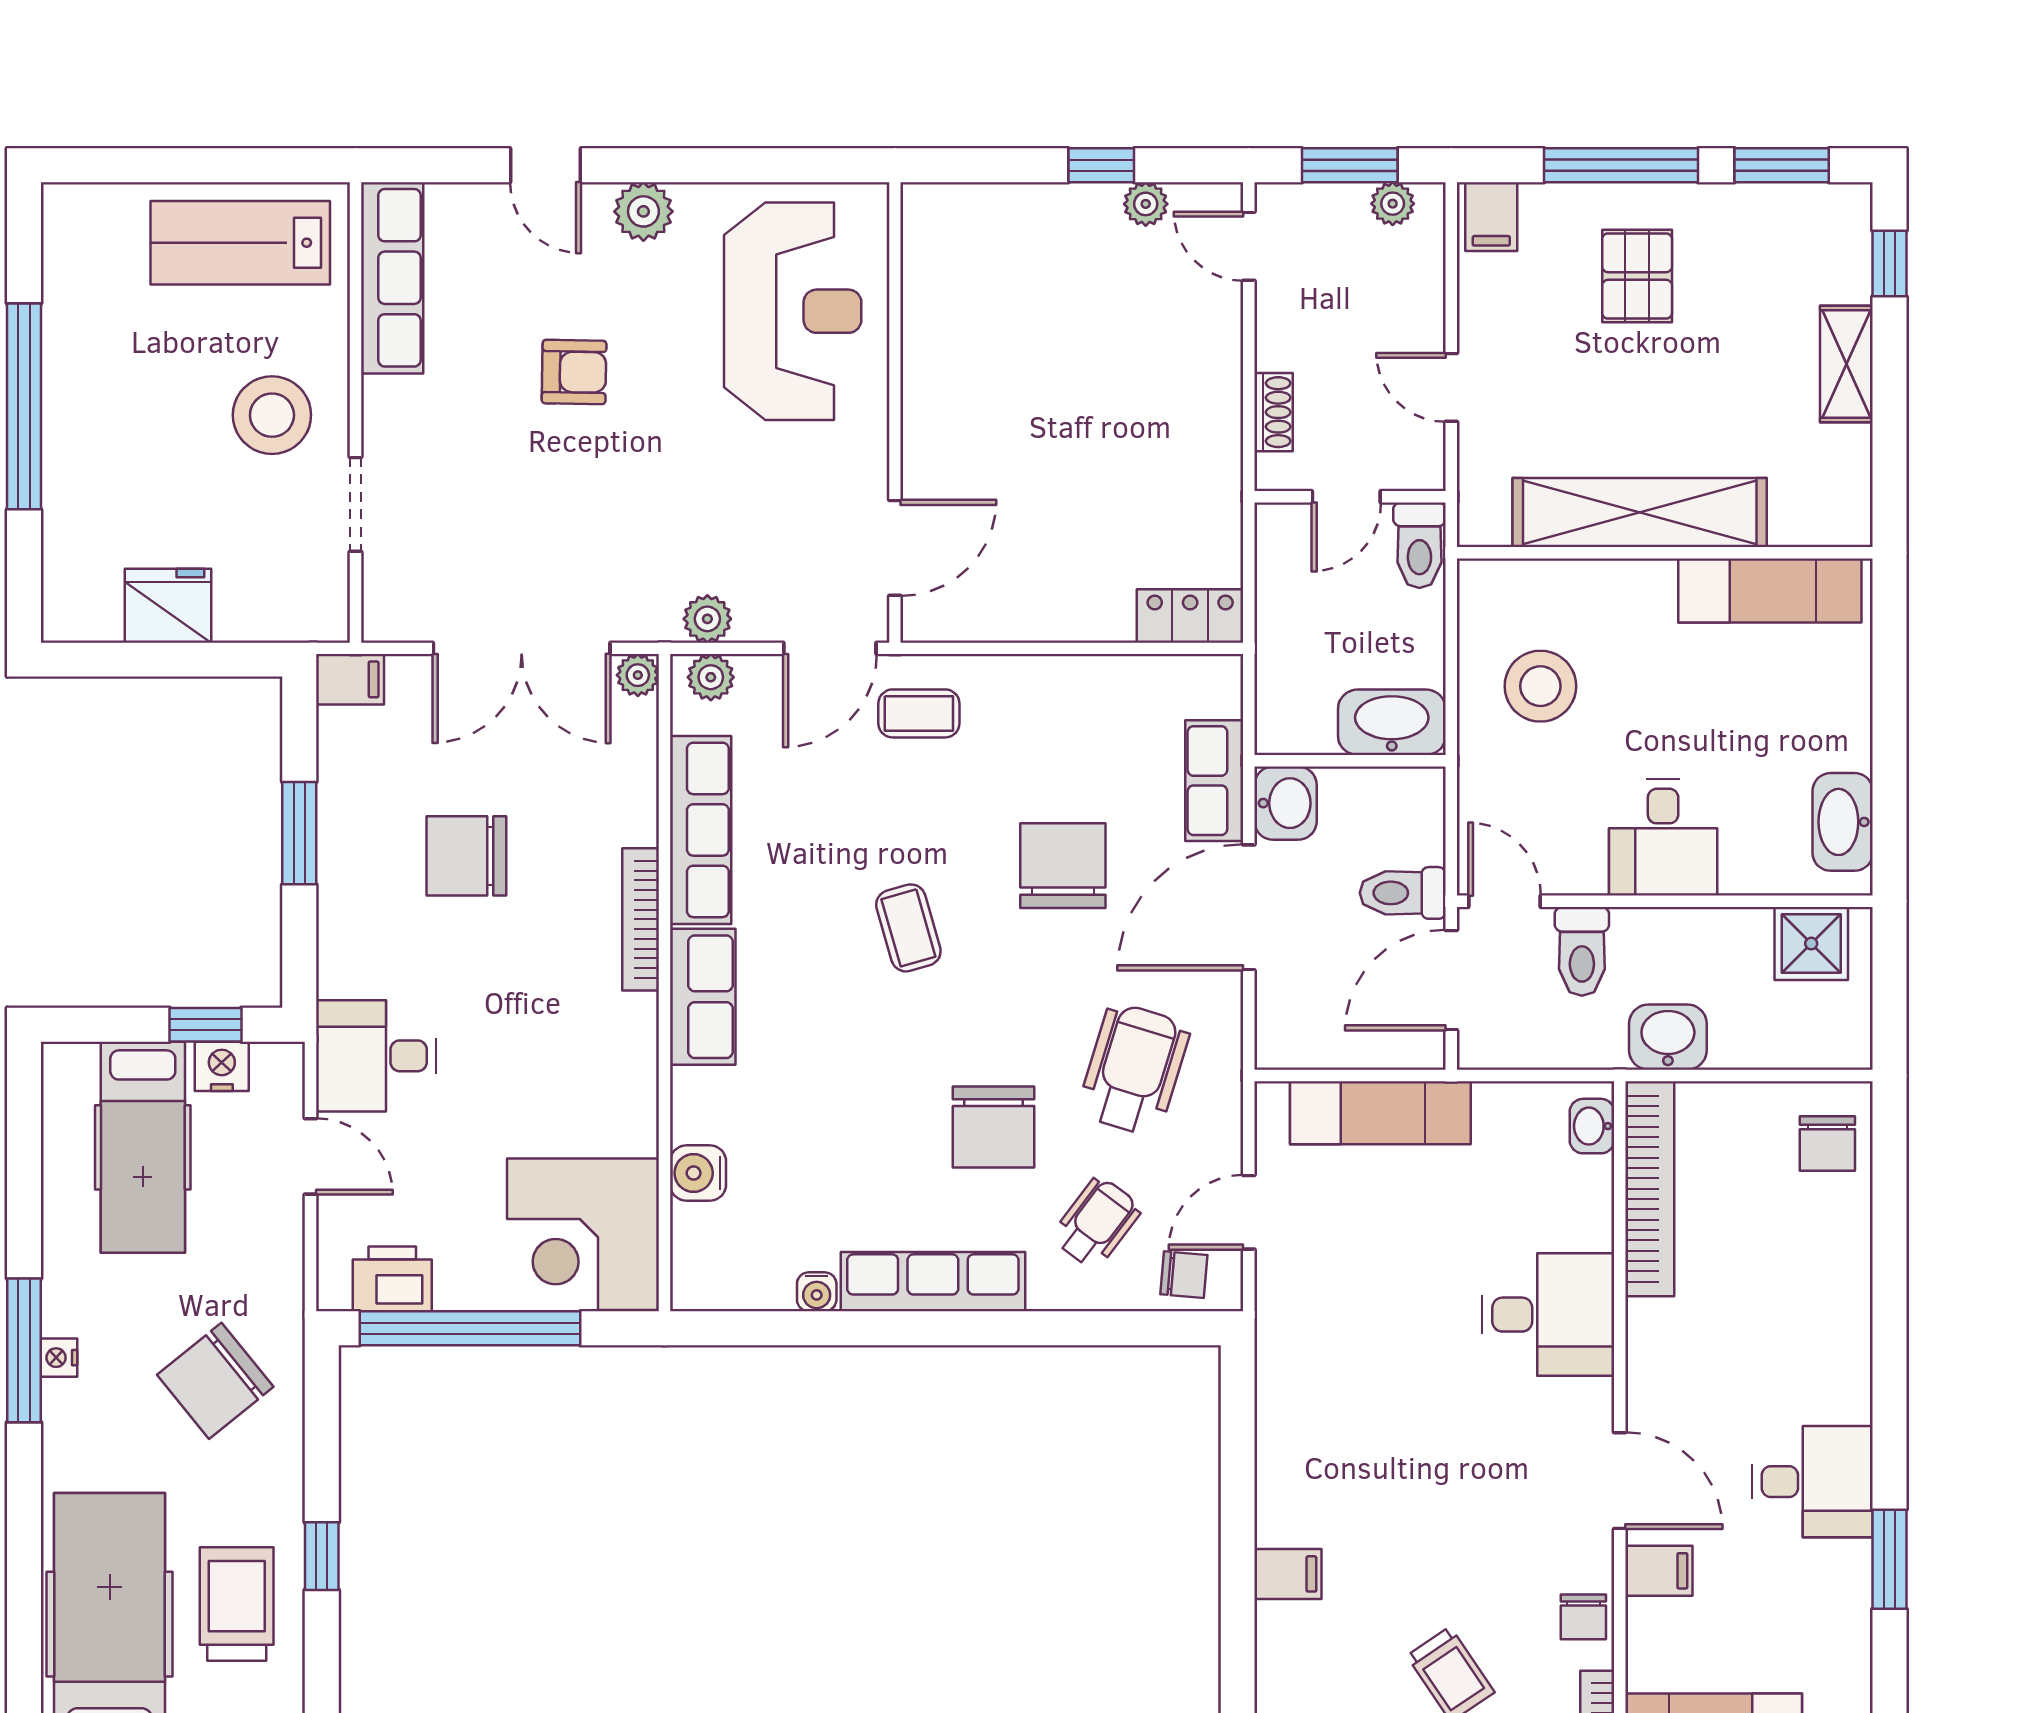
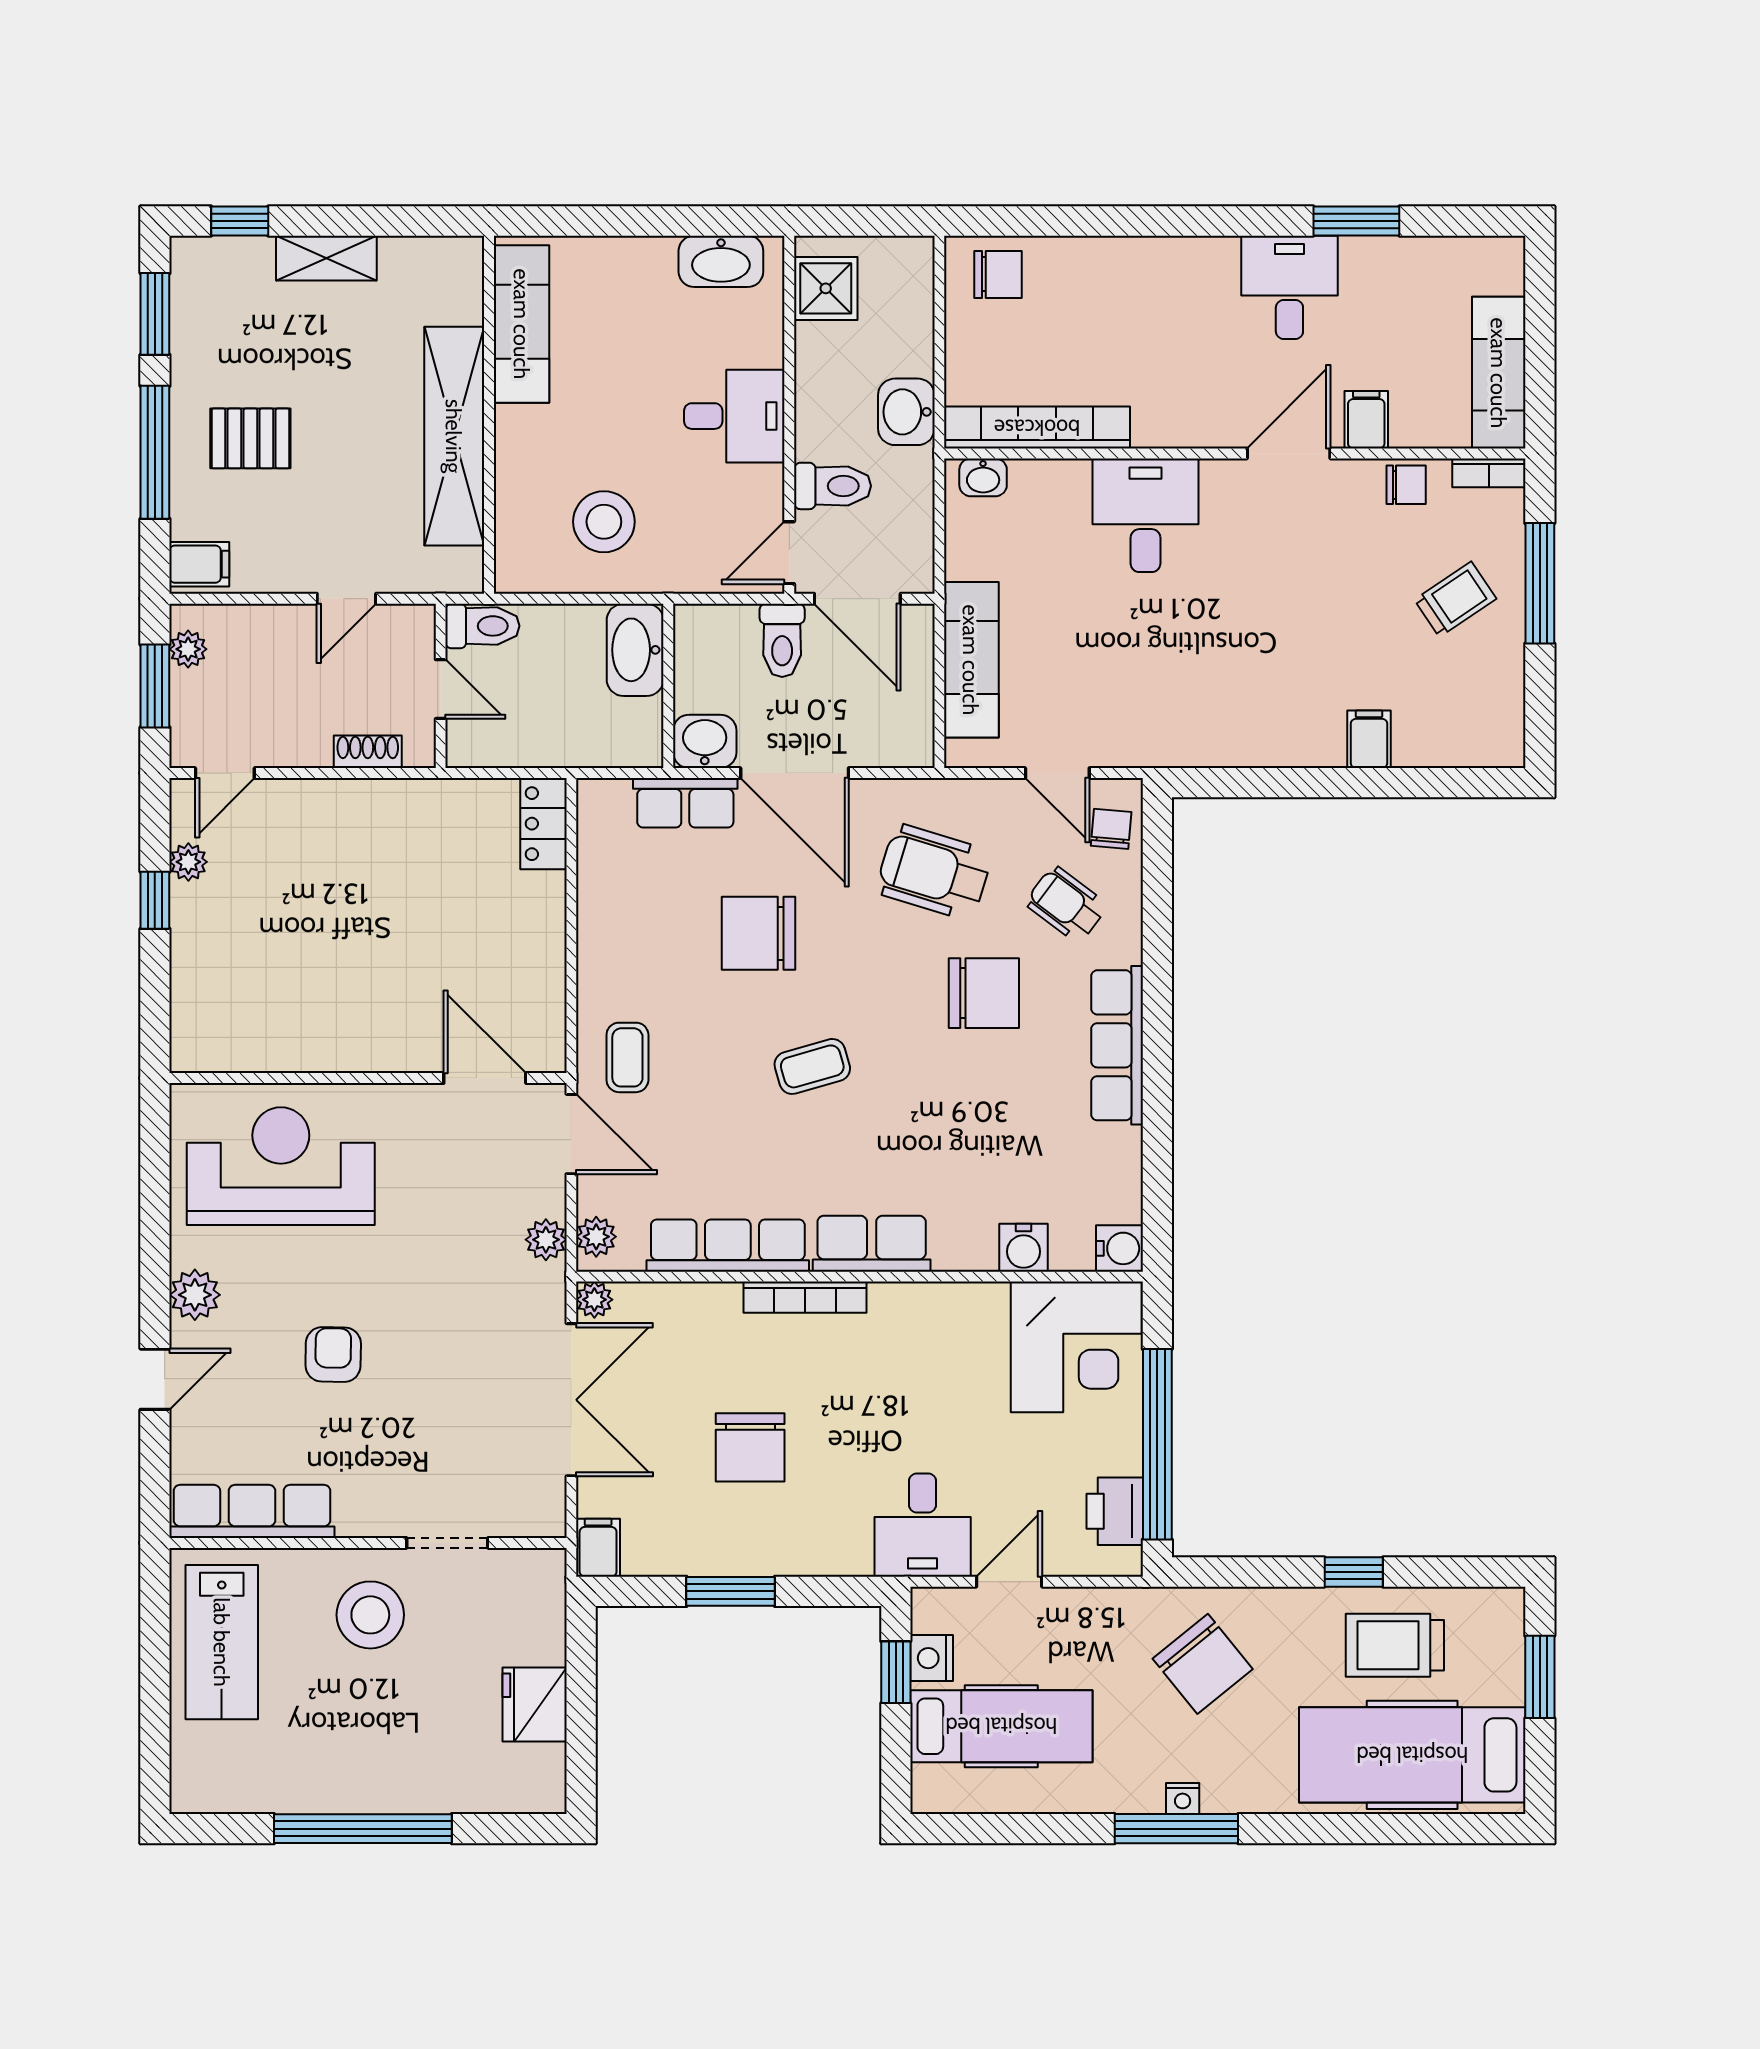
water cooler: (817, 1292) -> (1119, 1248), moved, width x1.38, depth x1.38

